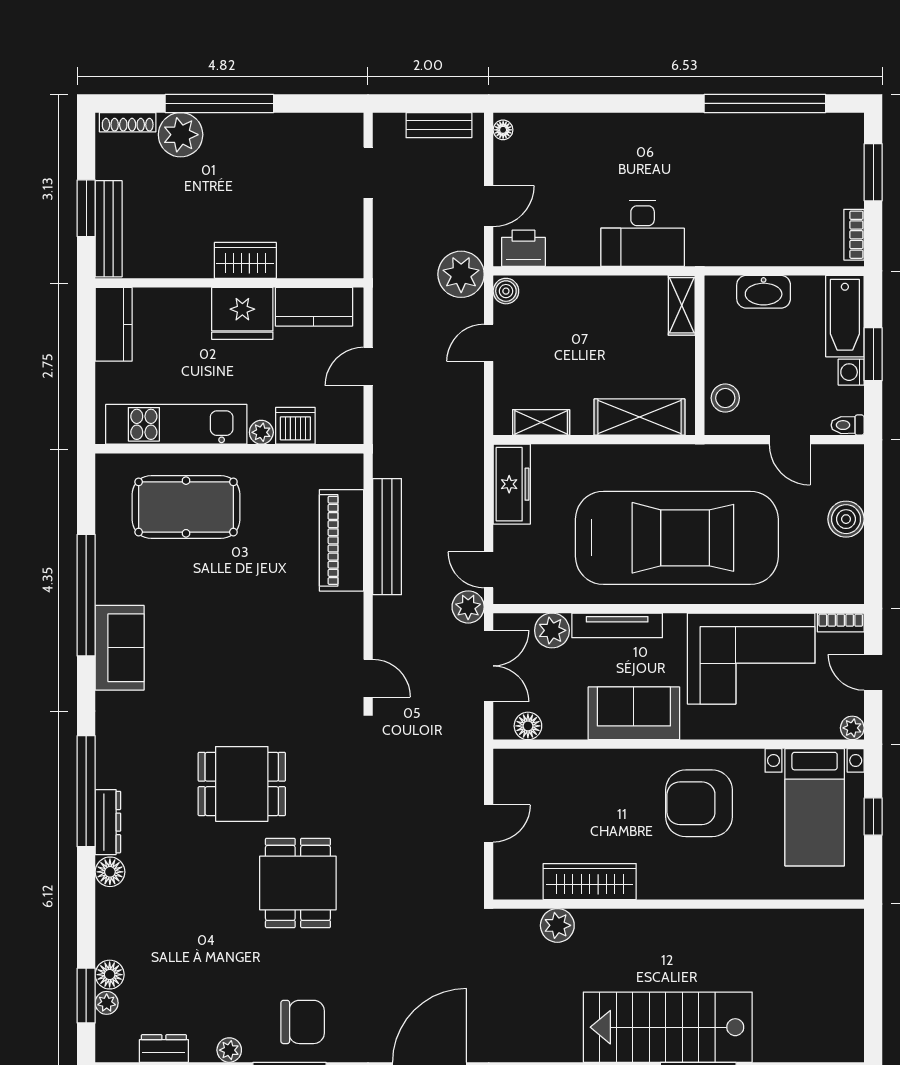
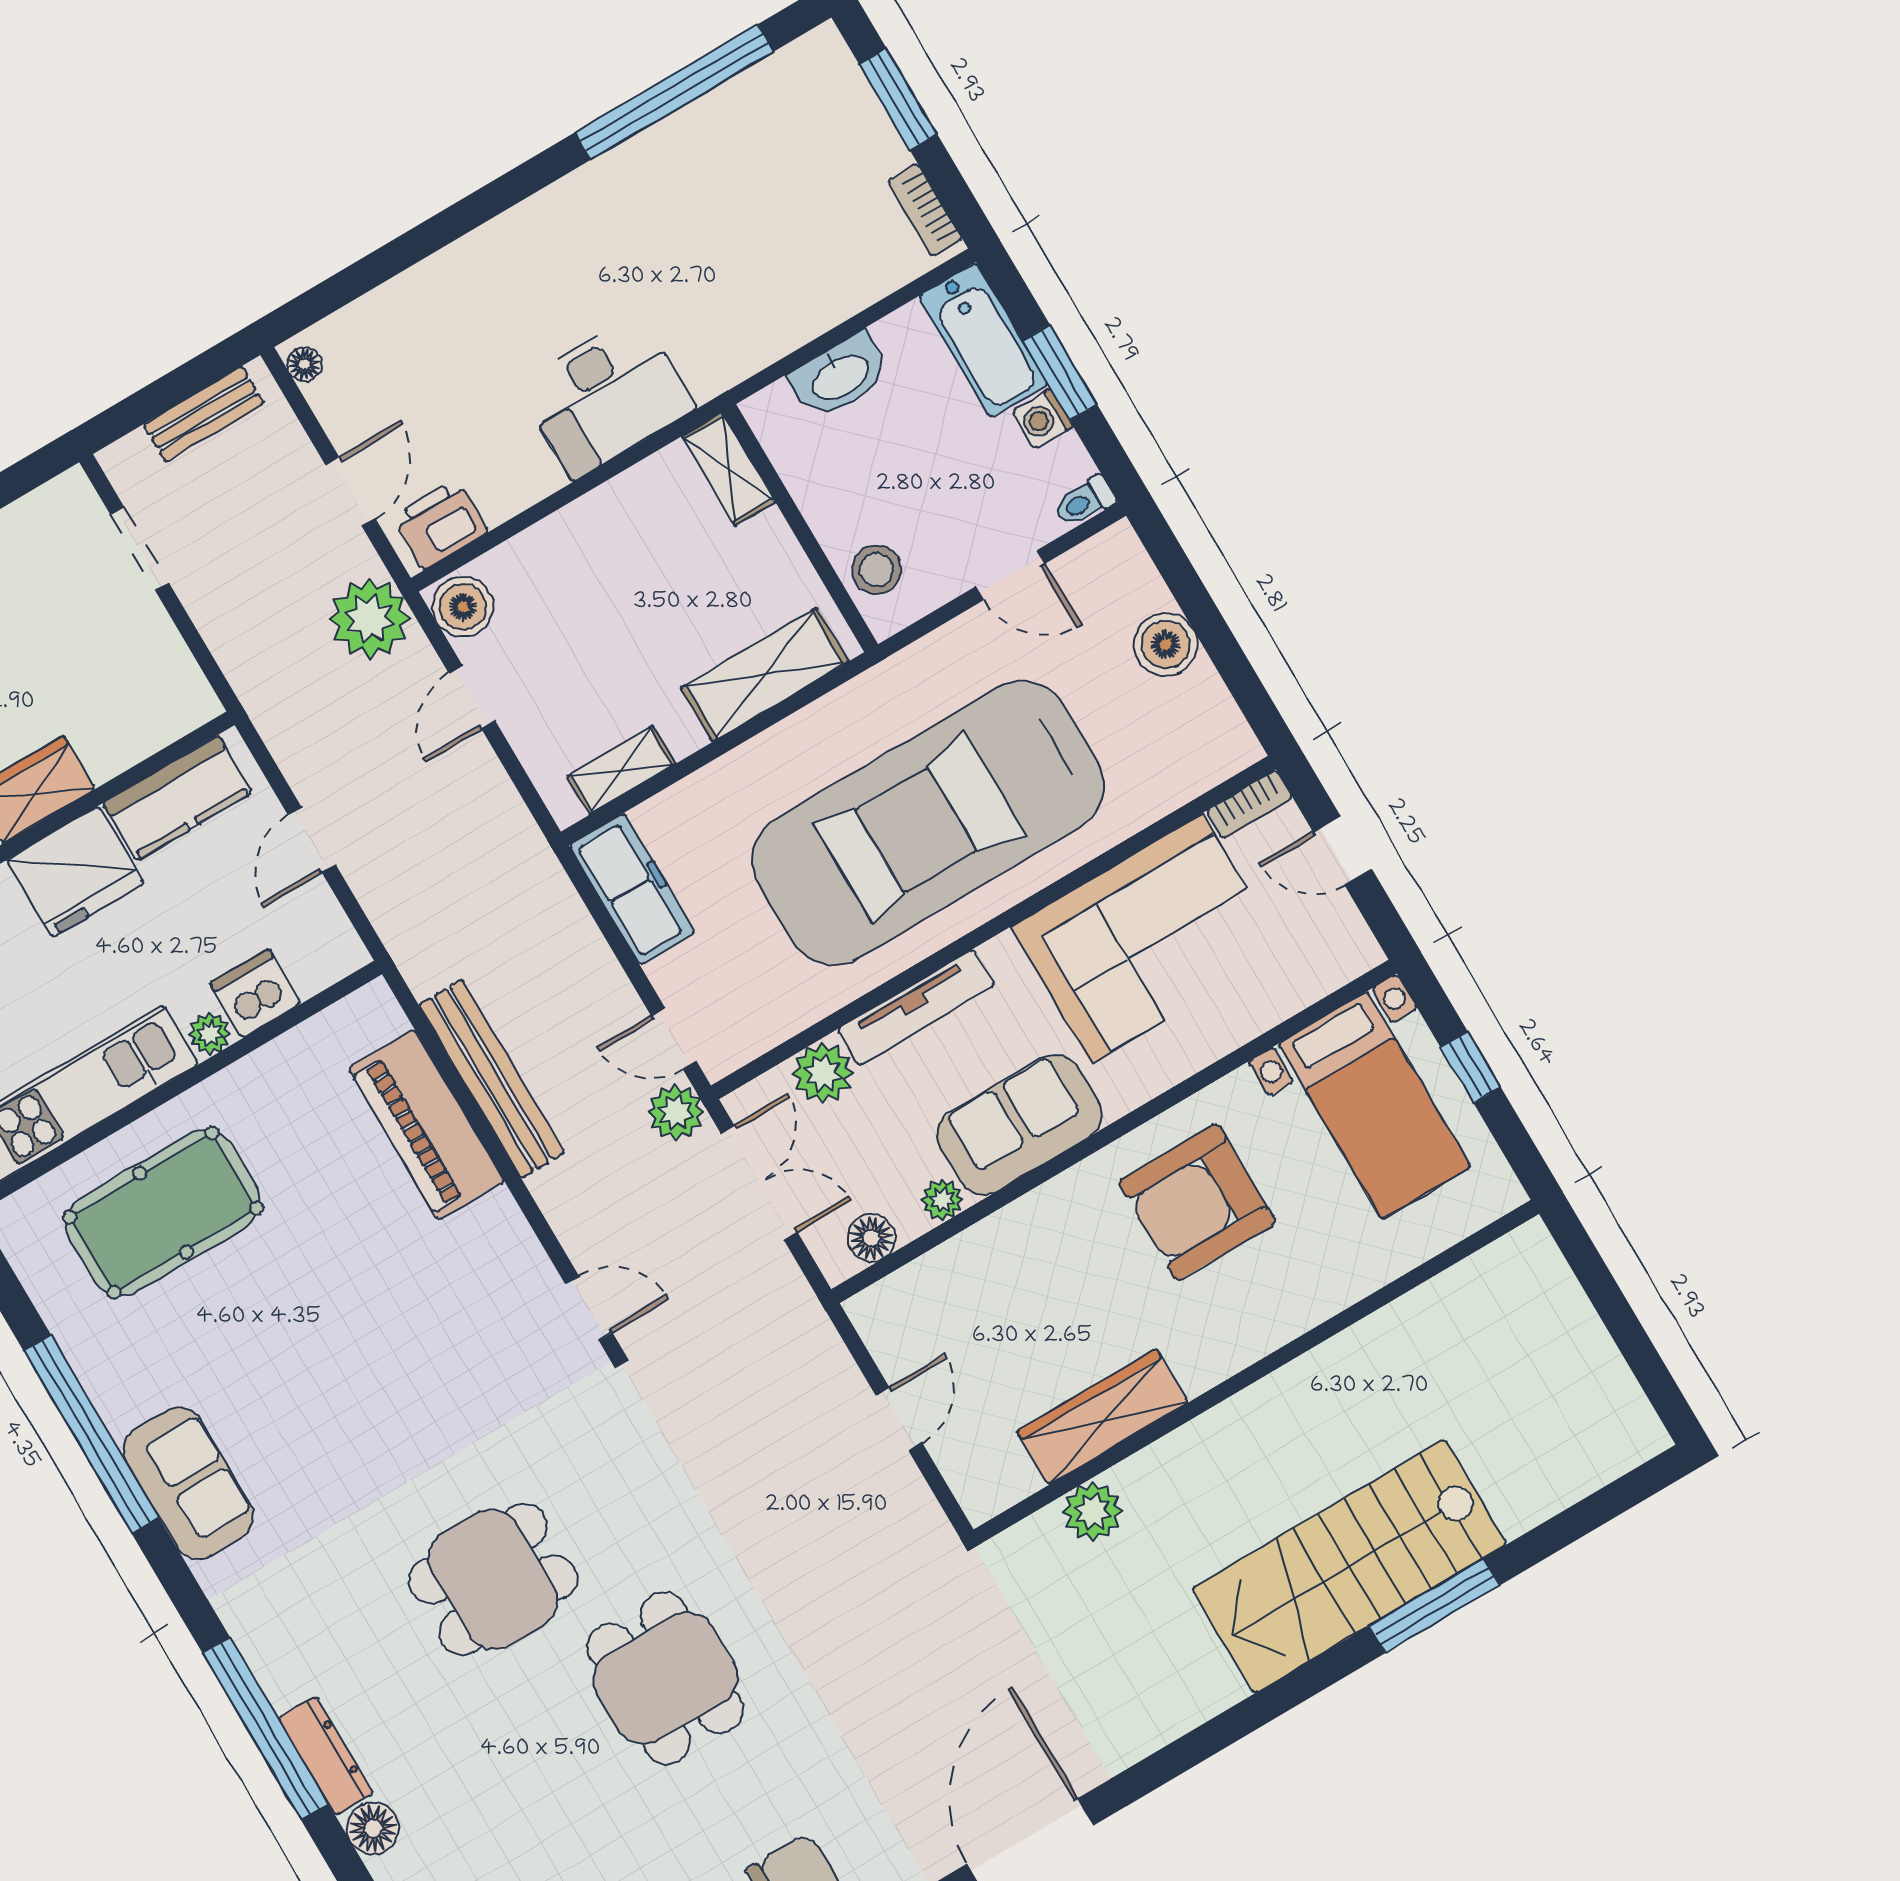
boiler: (506, 291) -> (463, 607), width x1.36, depth x1.36
car: (677, 538) -> (928, 823), turned 180
plant: (852, 728) -> (942, 1200), moved

